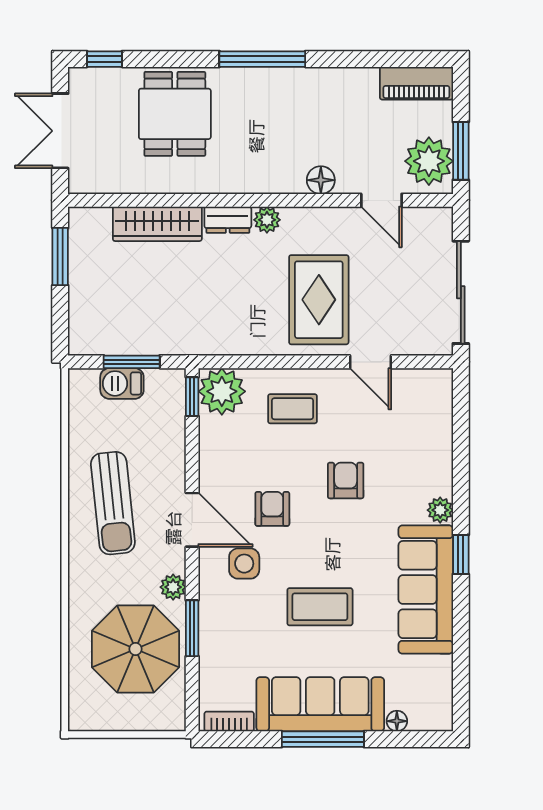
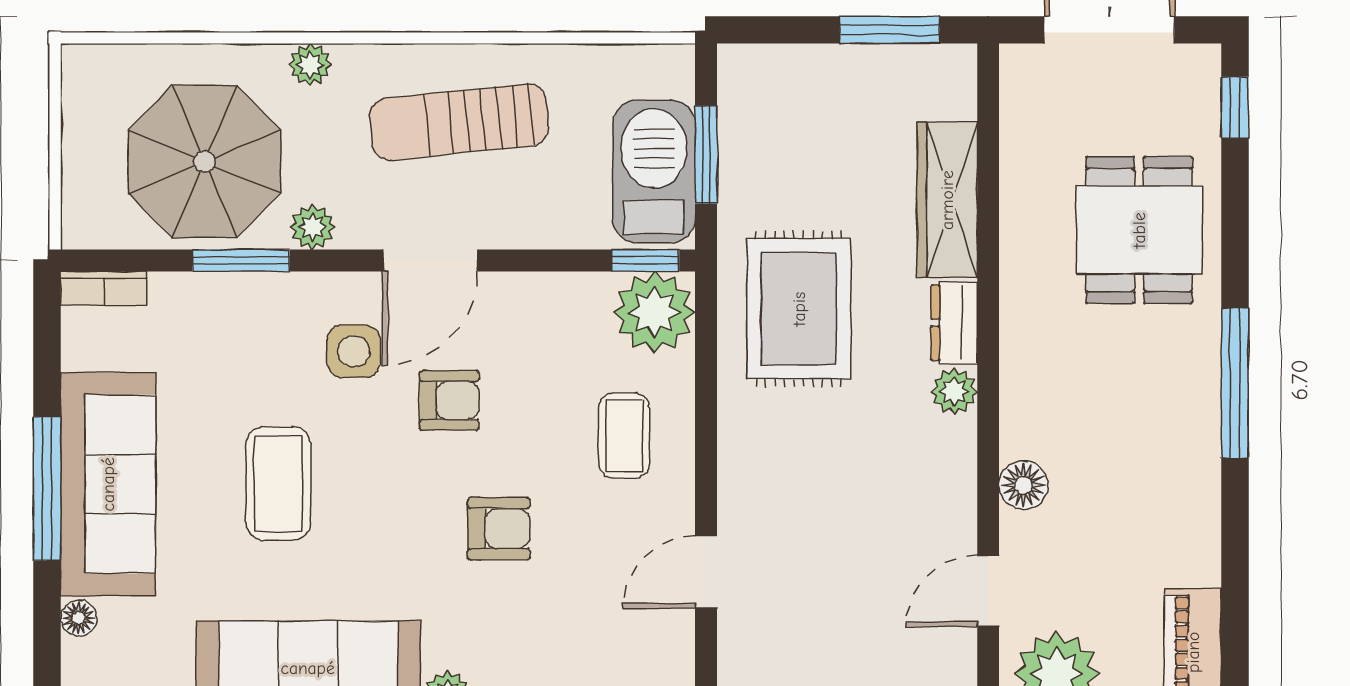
dining table: (175, 114) -> (1139, 230), turned 90
rug: (319, 300) -> (799, 309), moved, turned 90
barbecue: (122, 383) -> (654, 171), width x1.88, depth x1.53
plant: (80, 589) -> (310, 65), added
bookcase: (229, 721) -> (104, 289), moved, turned 90

